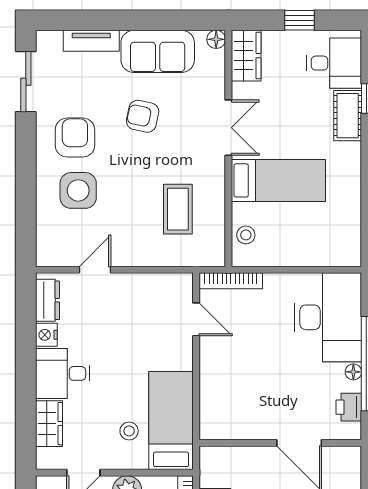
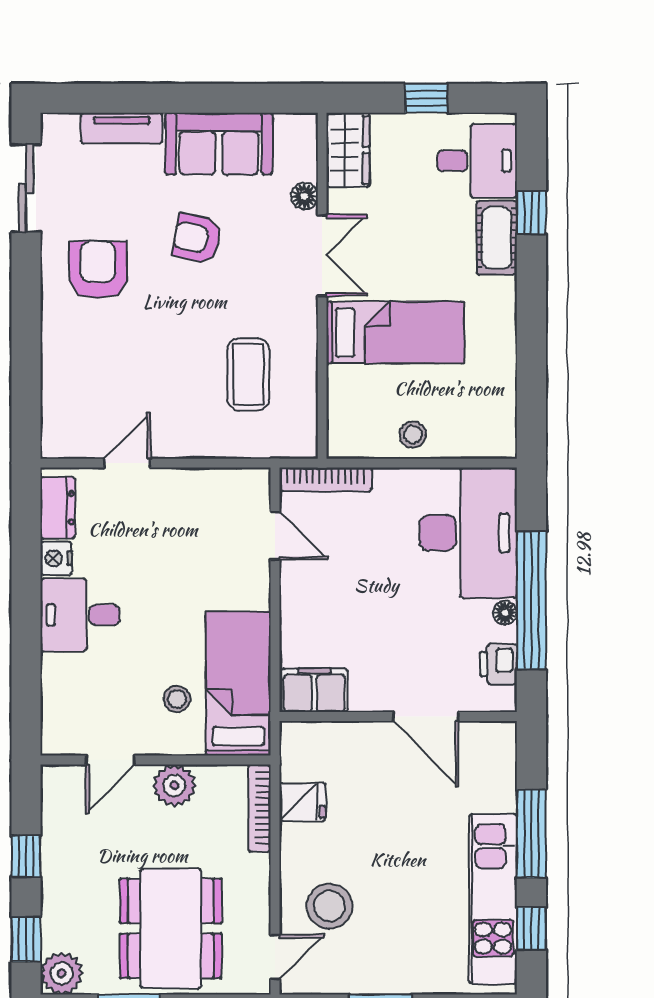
floor lamp: (216, 39) -> (304, 196), moved
side table: (78, 190) -> (103, 347), removed
stool: (246, 235) -> (413, 435), moved
wardrobe: (49, 424) -> (60, 688), removed
filing cabinet: (223, 425) -> (314, 690), added

